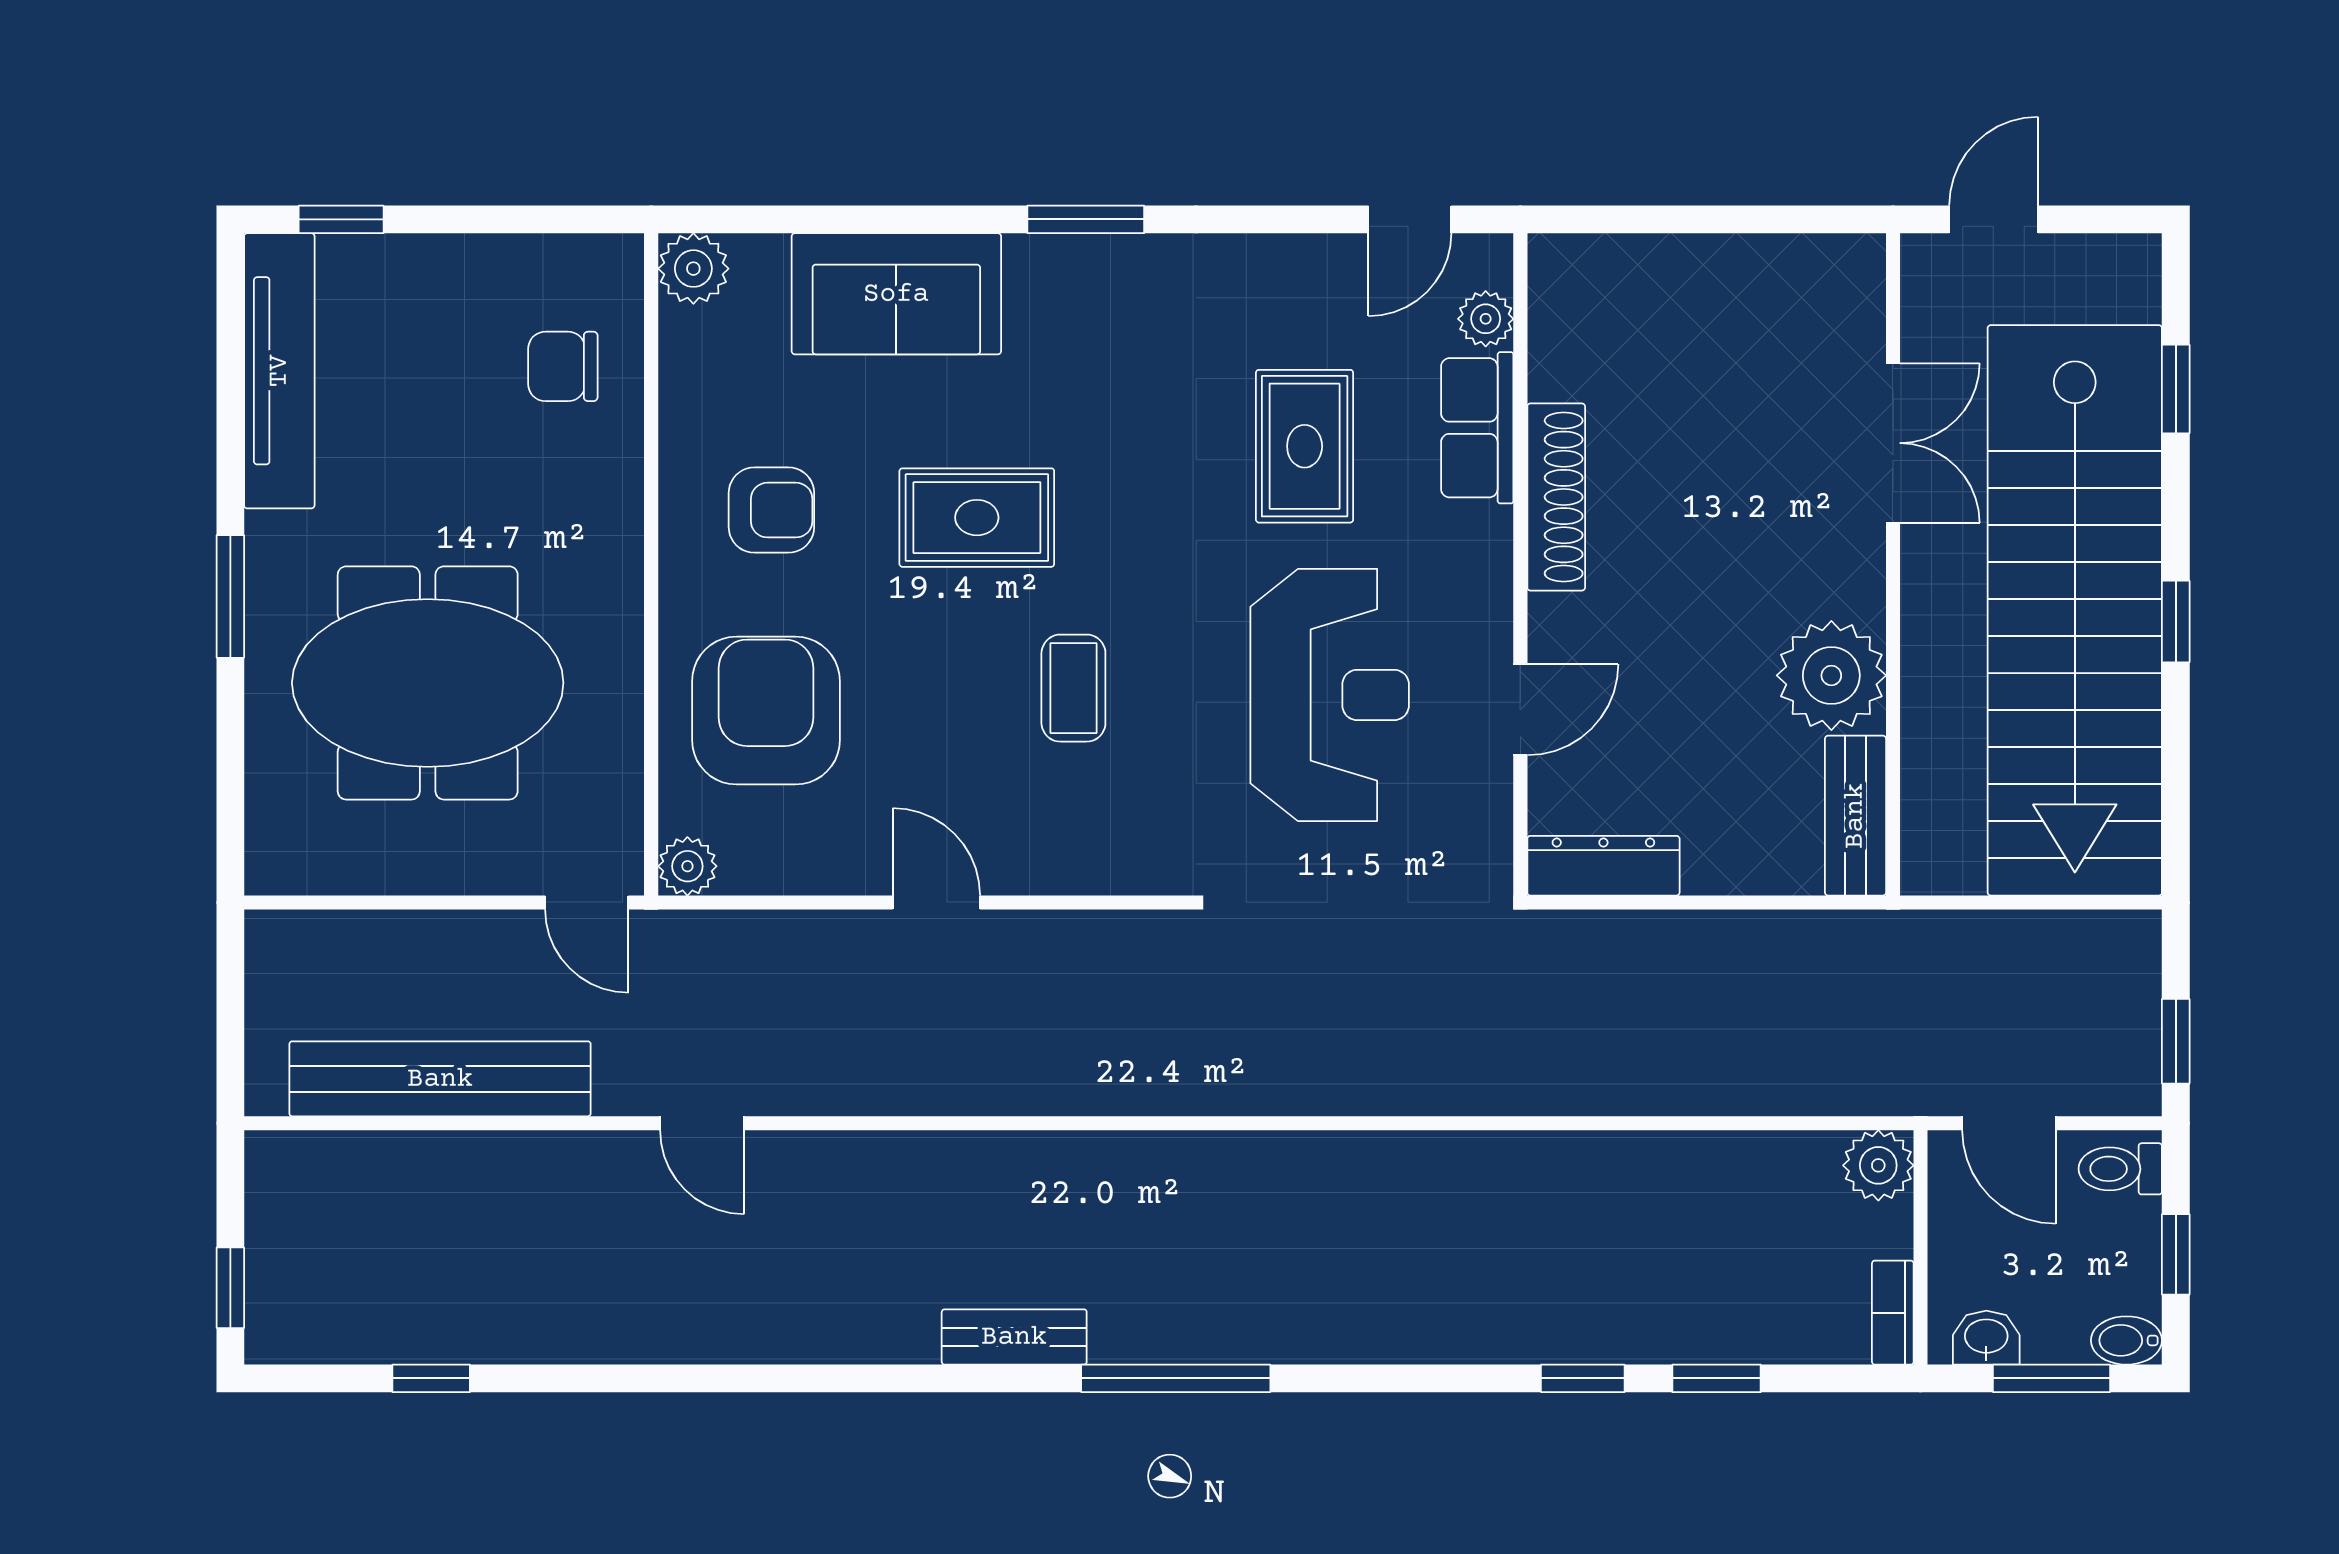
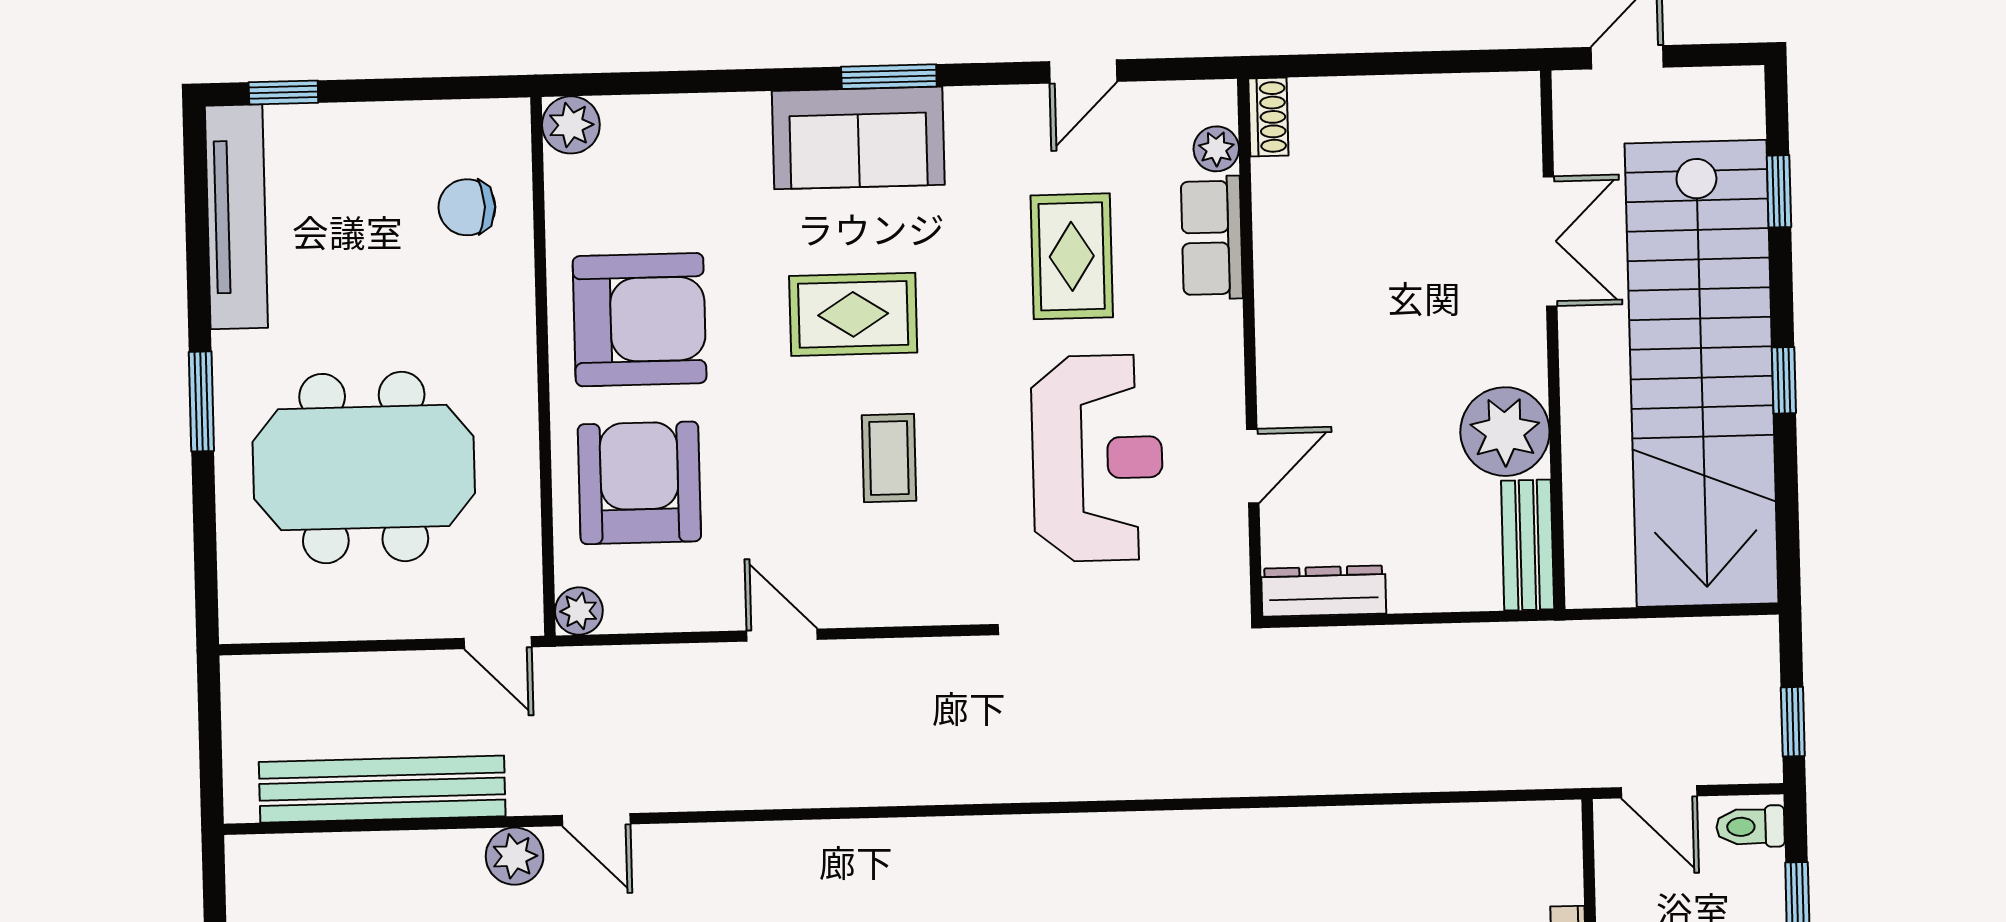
door: (1410, 219) -> (1083, 72), moved
sofa: (896, 294) -> (858, 138), moved
shoe rack: (1556, 497) -> (1268, 117), moved, width x0.51, depth x0.81
armchair: (771, 510) -> (640, 320), width x1.88, depth x1.88
rug: (977, 518) -> (853, 314), moved
plant: (1878, 1165) -> (515, 856), moved

